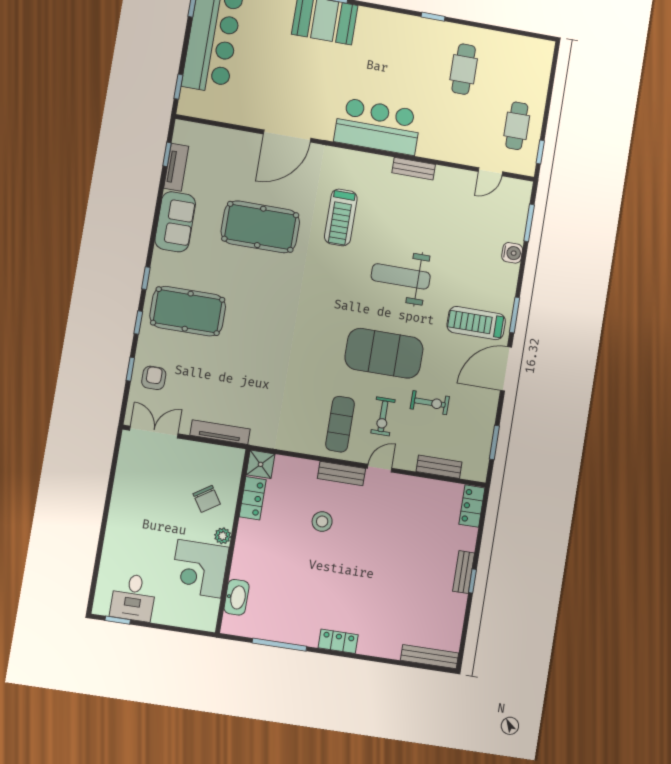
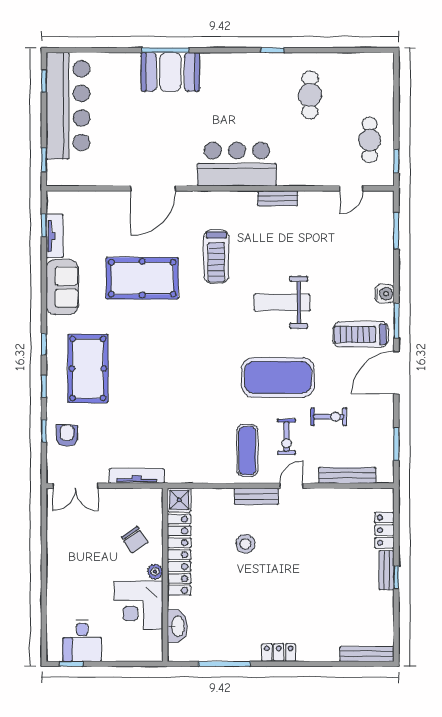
water cooler: (512, 253) -> (385, 294), moved
pool table: (188, 311) -> (88, 368), turned 90
double door: (154, 432) -> (75, 486), swing flipped
bench: (439, 467) -> (347, 475), width x1.36
locker: (253, 498) -> (179, 555), width x2.16, depth x1.21
locker: (472, 506) -> (384, 530), moved

